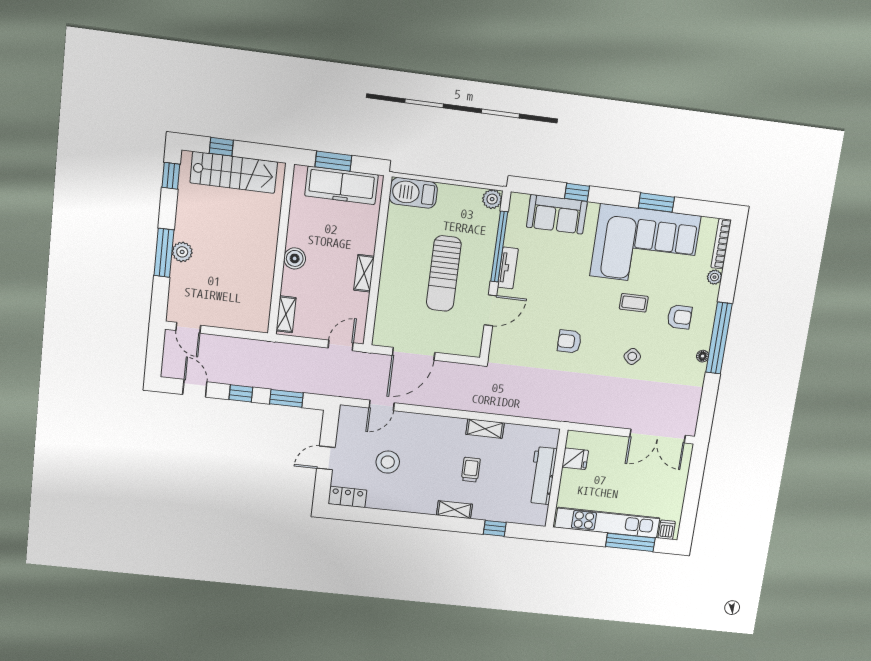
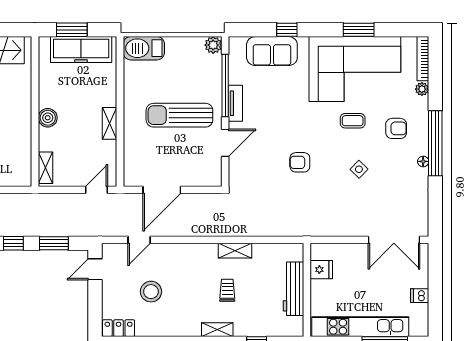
sun lounger: (444, 274) -> (179, 115), turned 90
door: (326, 458) -> (95, 269), moved
dishwasher: (667, 530) -> (420, 296), moved, turned -90

